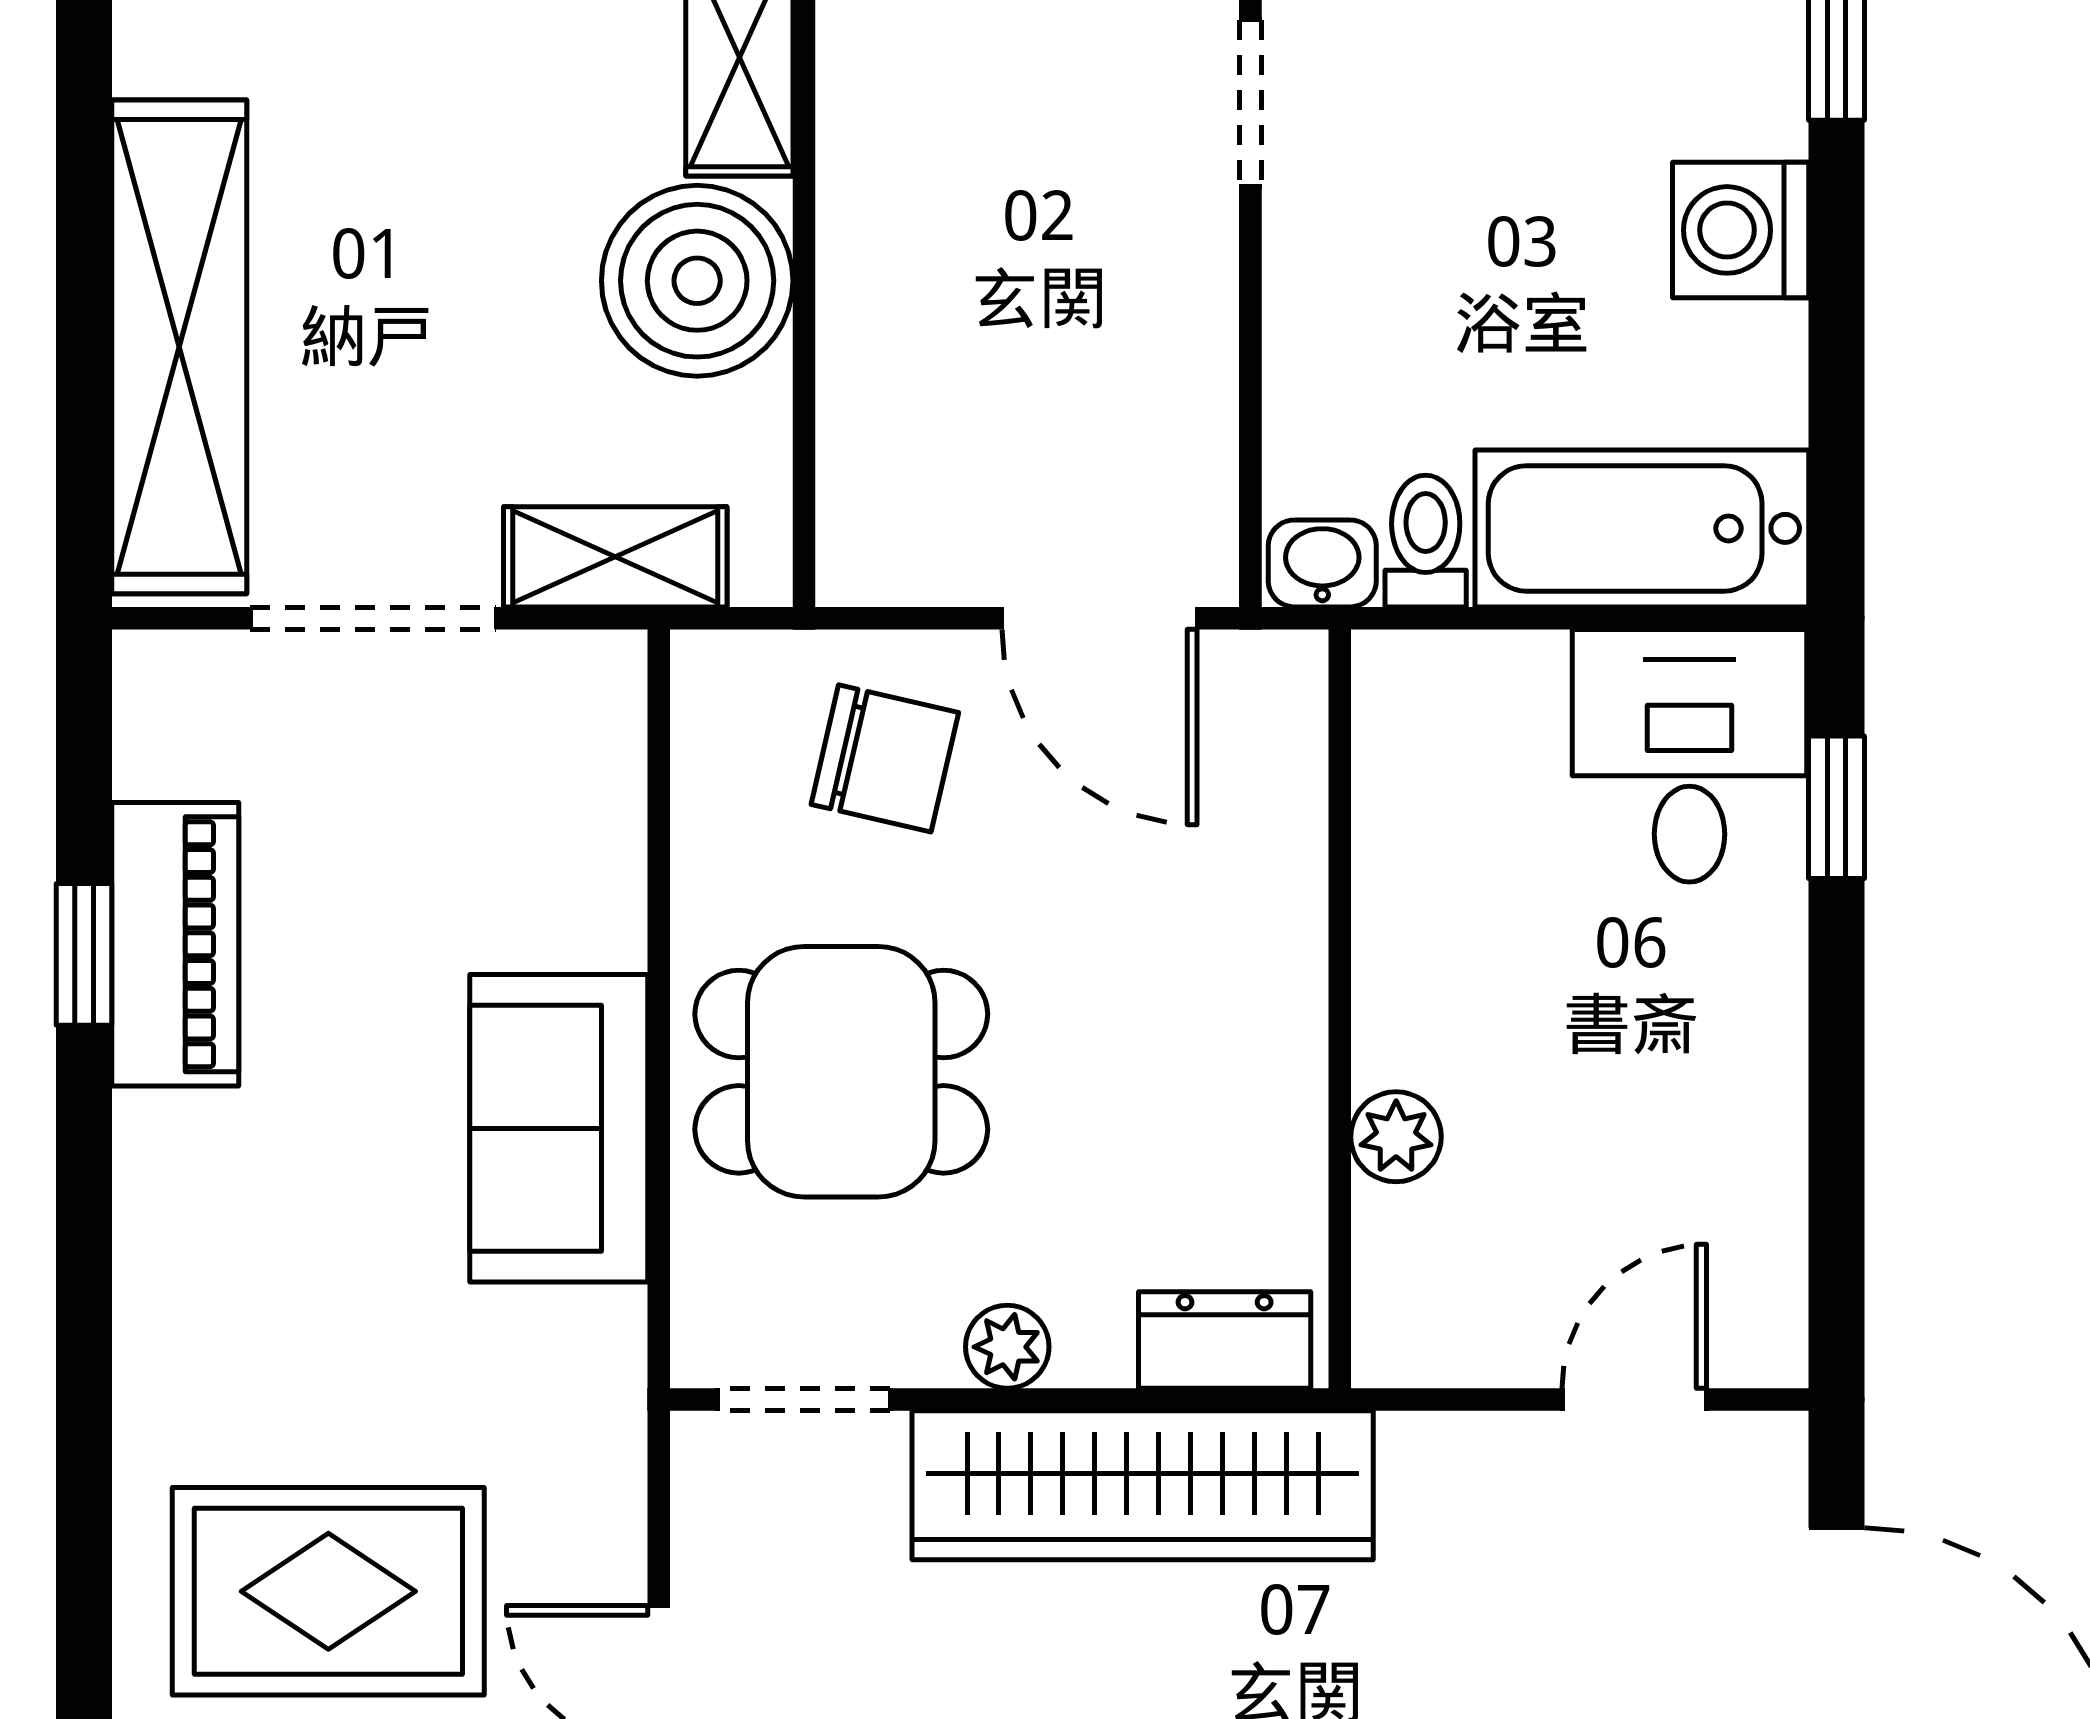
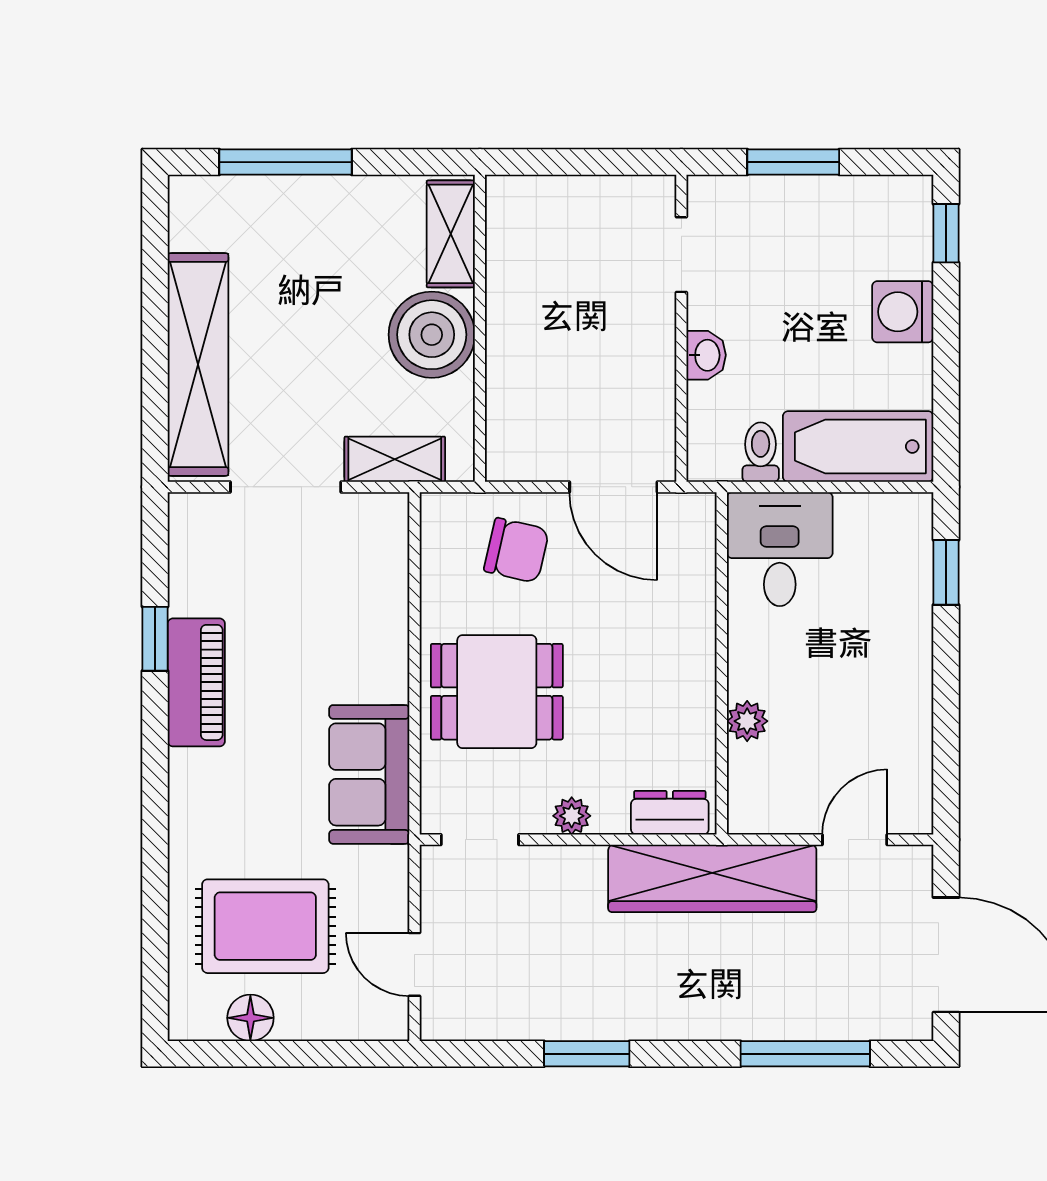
washbasin: (1322, 563) -> (706, 355), moved, turned 90
desk: (1689, 756) -> (780, 549), moved
piano: (175, 944) -> (196, 682), moved
sofa: (559, 1128) -> (369, 774), moved
wardrobe: (1143, 1485) -> (712, 878), moved

